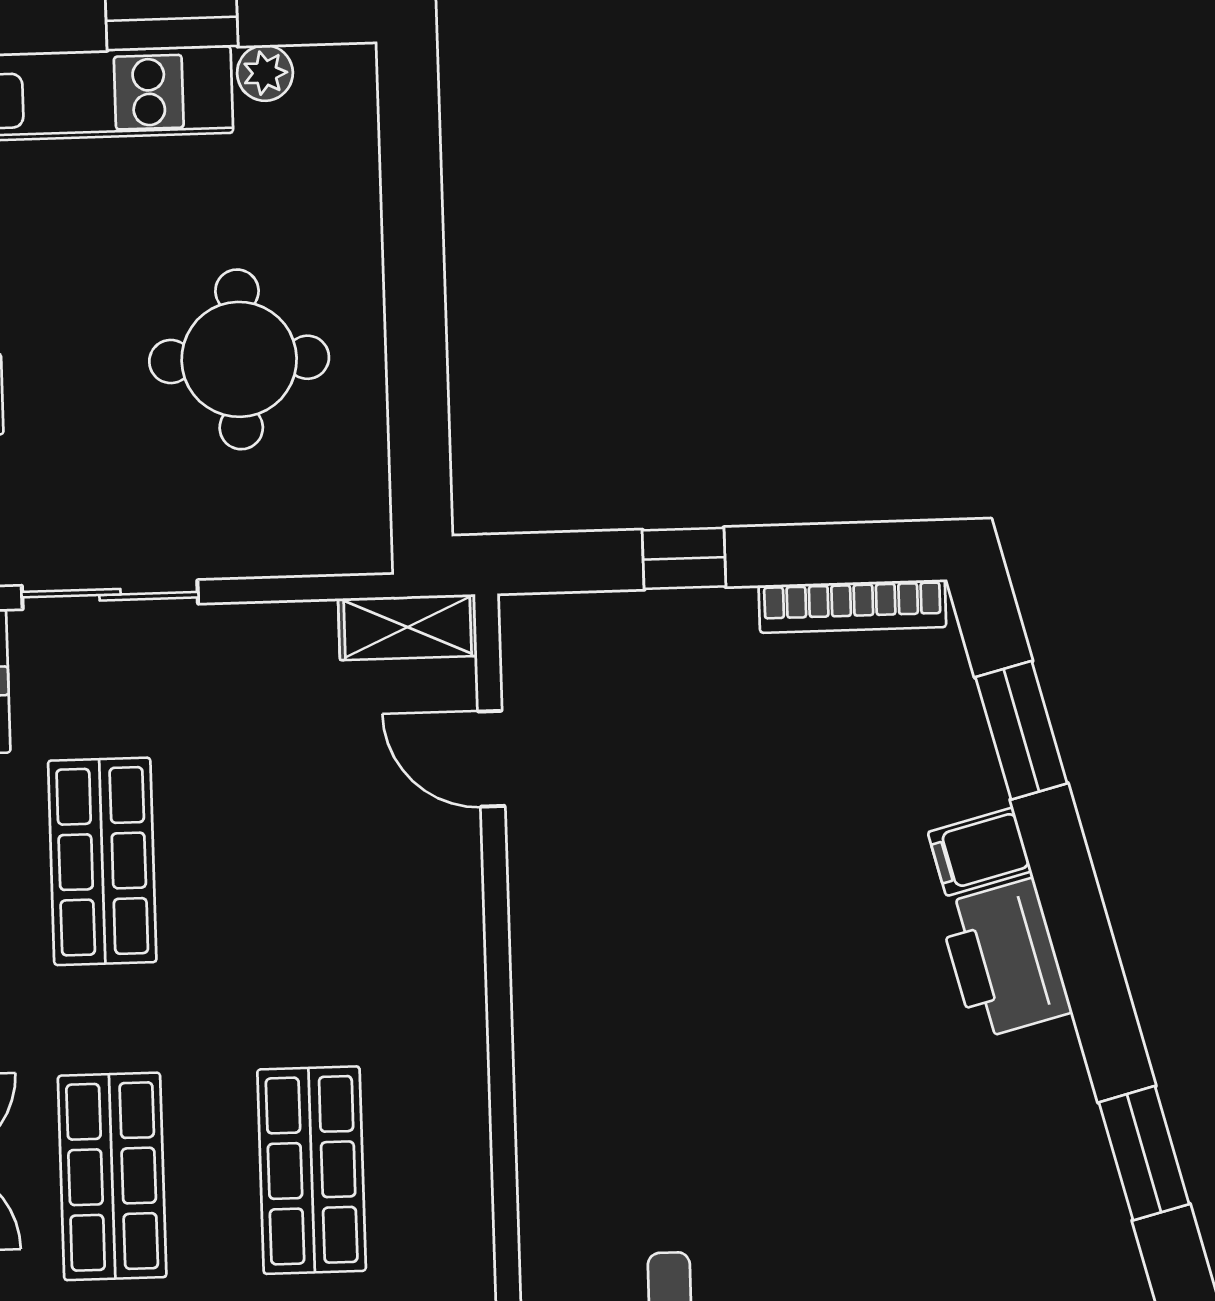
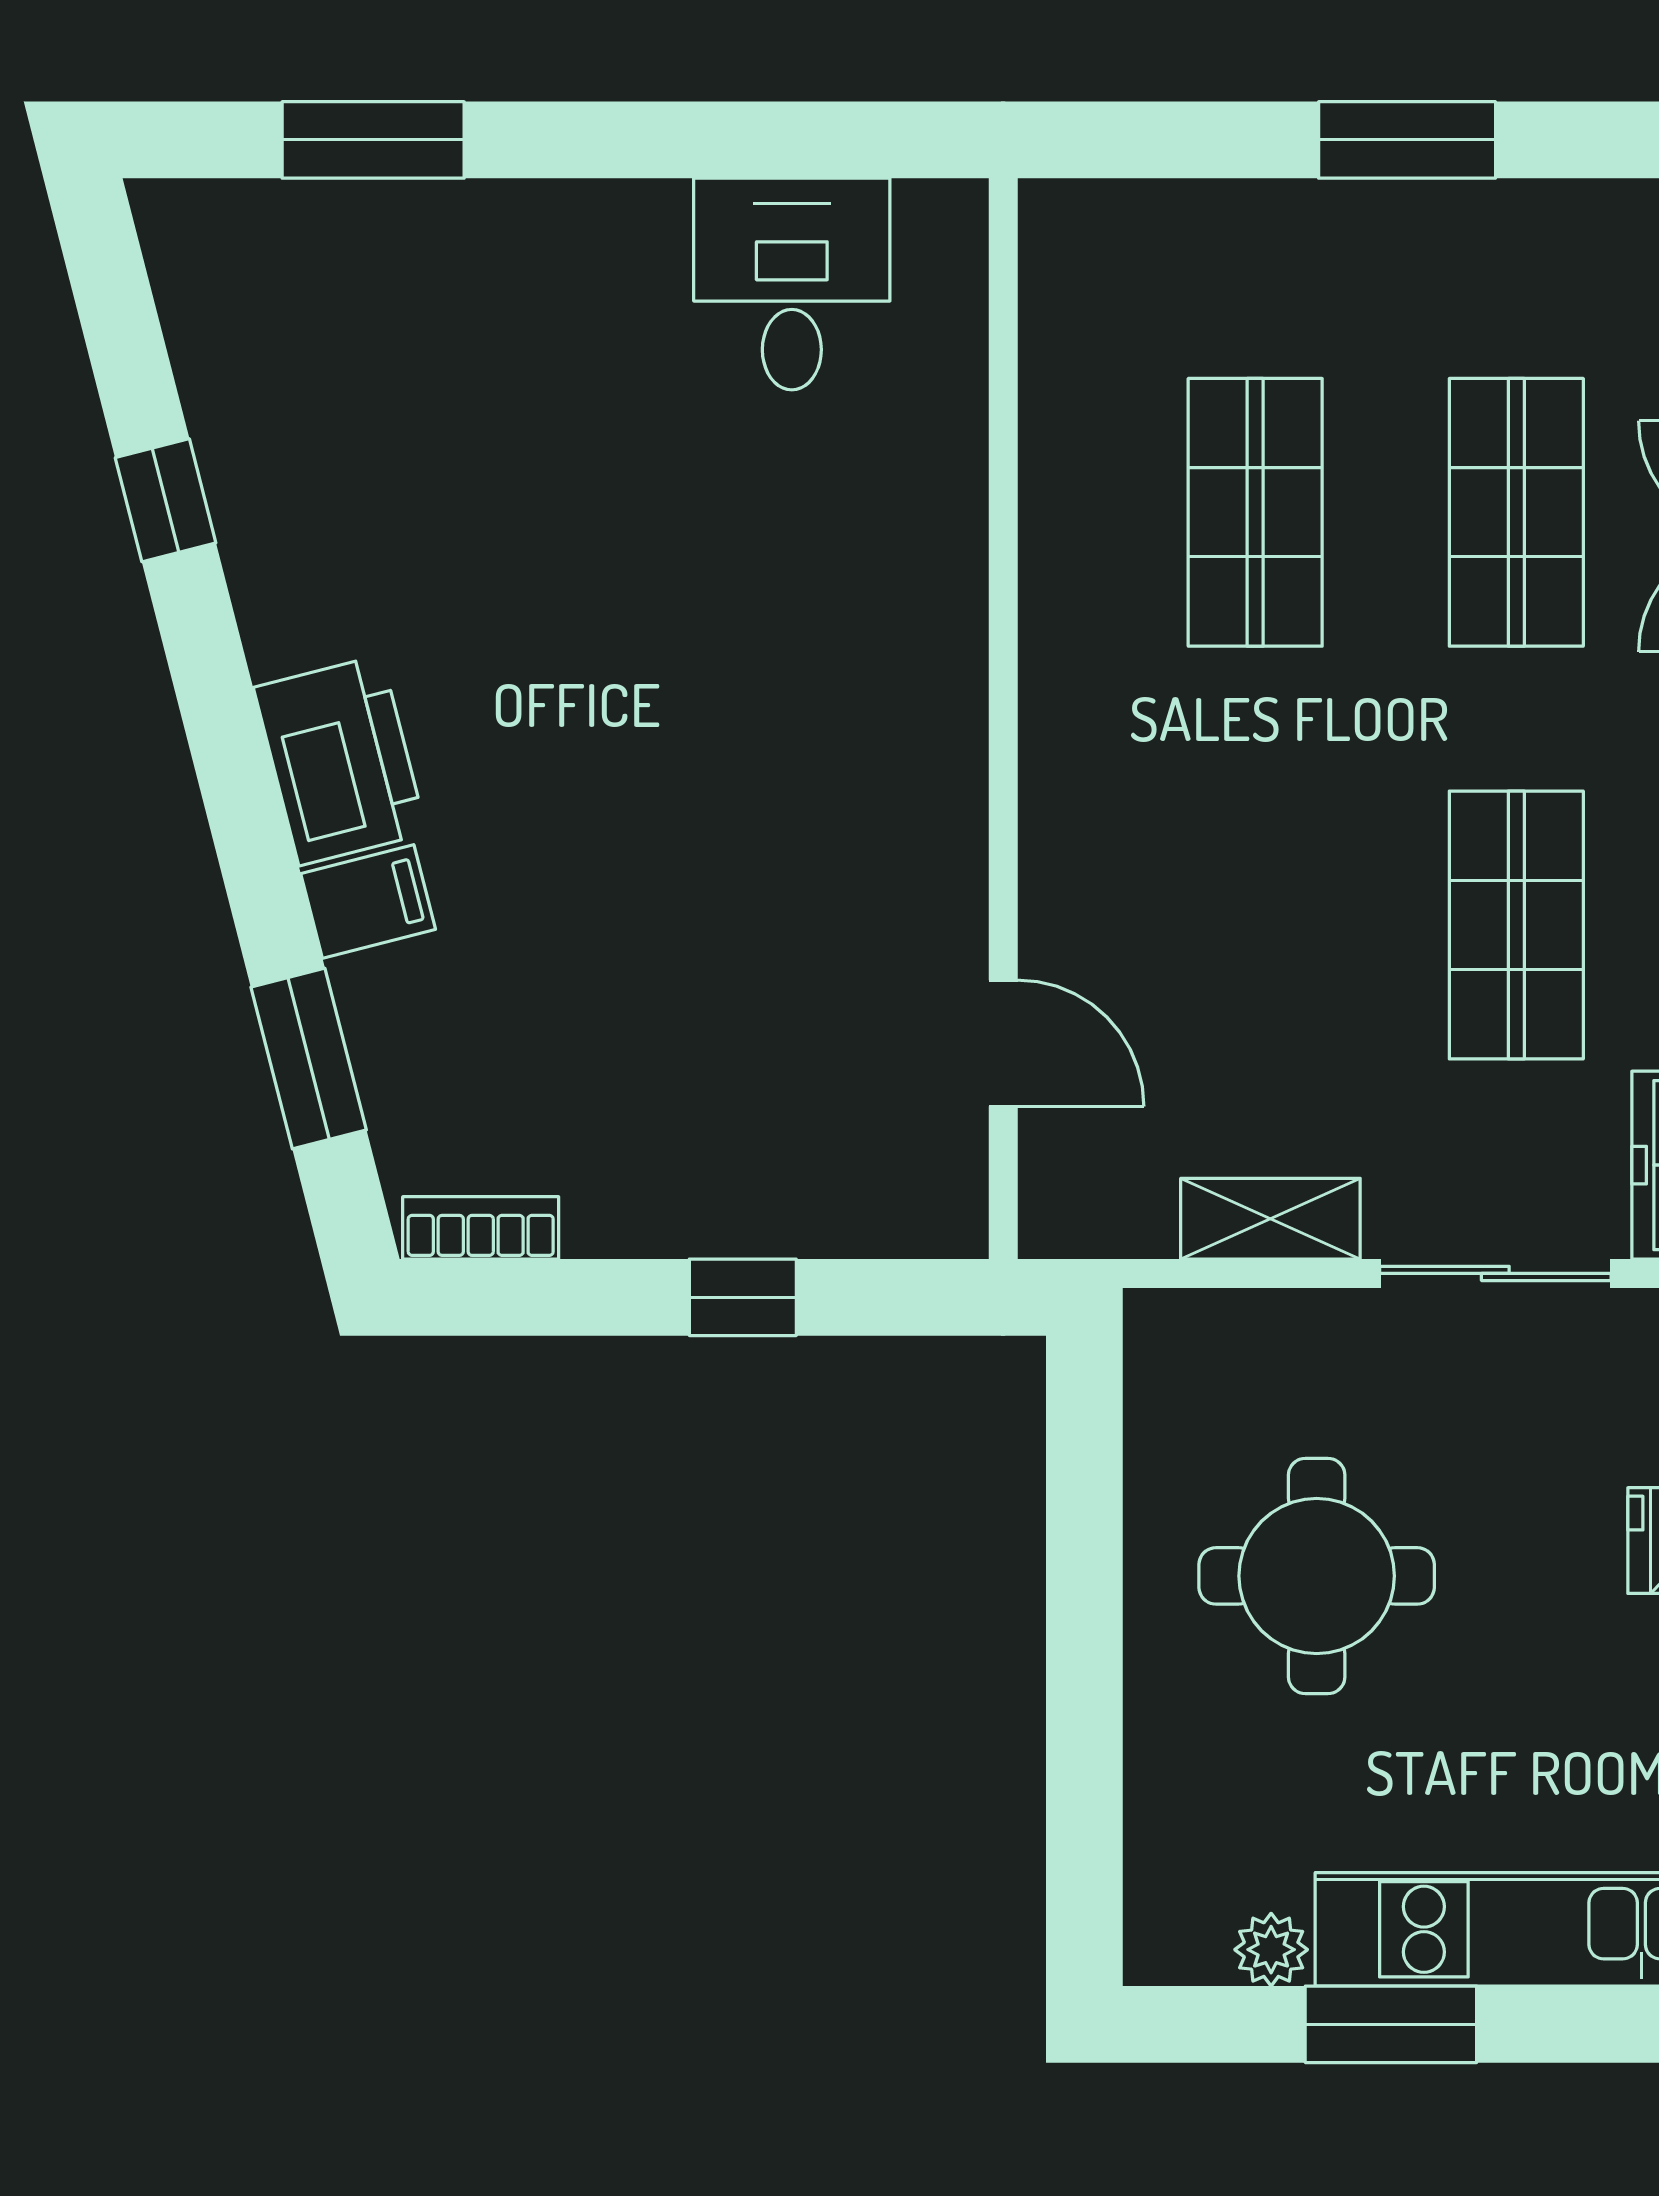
bookcase: (852, 606) -> (481, 1228), width x0.64
shelving: (408, 627) -> (1270, 1219), moved
window: (1144, 1153) -> (166, 500), width x0.67

